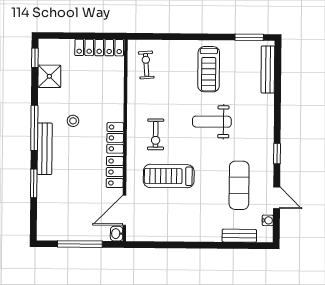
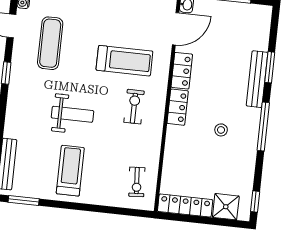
shower: (49, 76) -> (226, 207), moved
bench: (45, 149) -> (257, 79), moved

